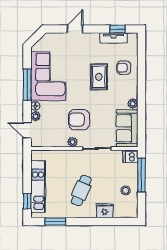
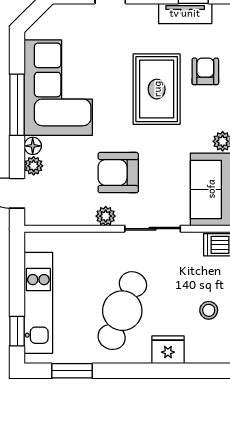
armchair: (124, 68) -> (205, 71), turned 90
rug: (99, 77) -> (157, 89), width x1.36, depth x1.43
cafe table: (81, 191) -> (122, 311), width x1.37, depth x1.35

